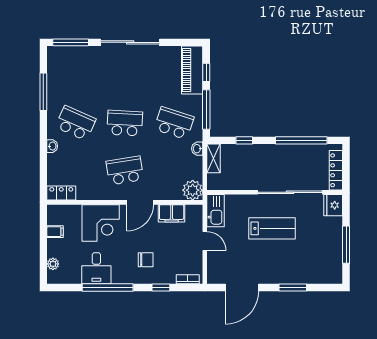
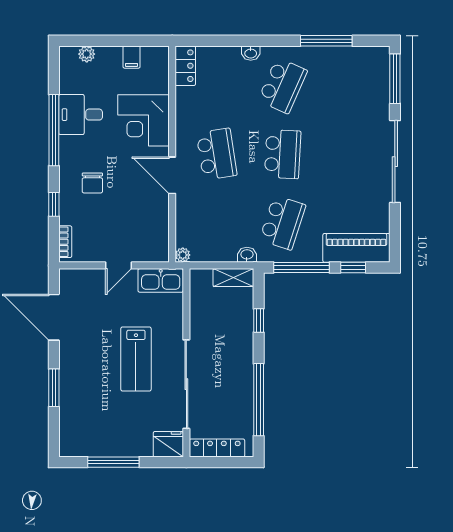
plant: (193, 190) -> (183, 255), width x0.53, depth x0.53
filing cabinet: (172, 213) -> (157, 219), removed

